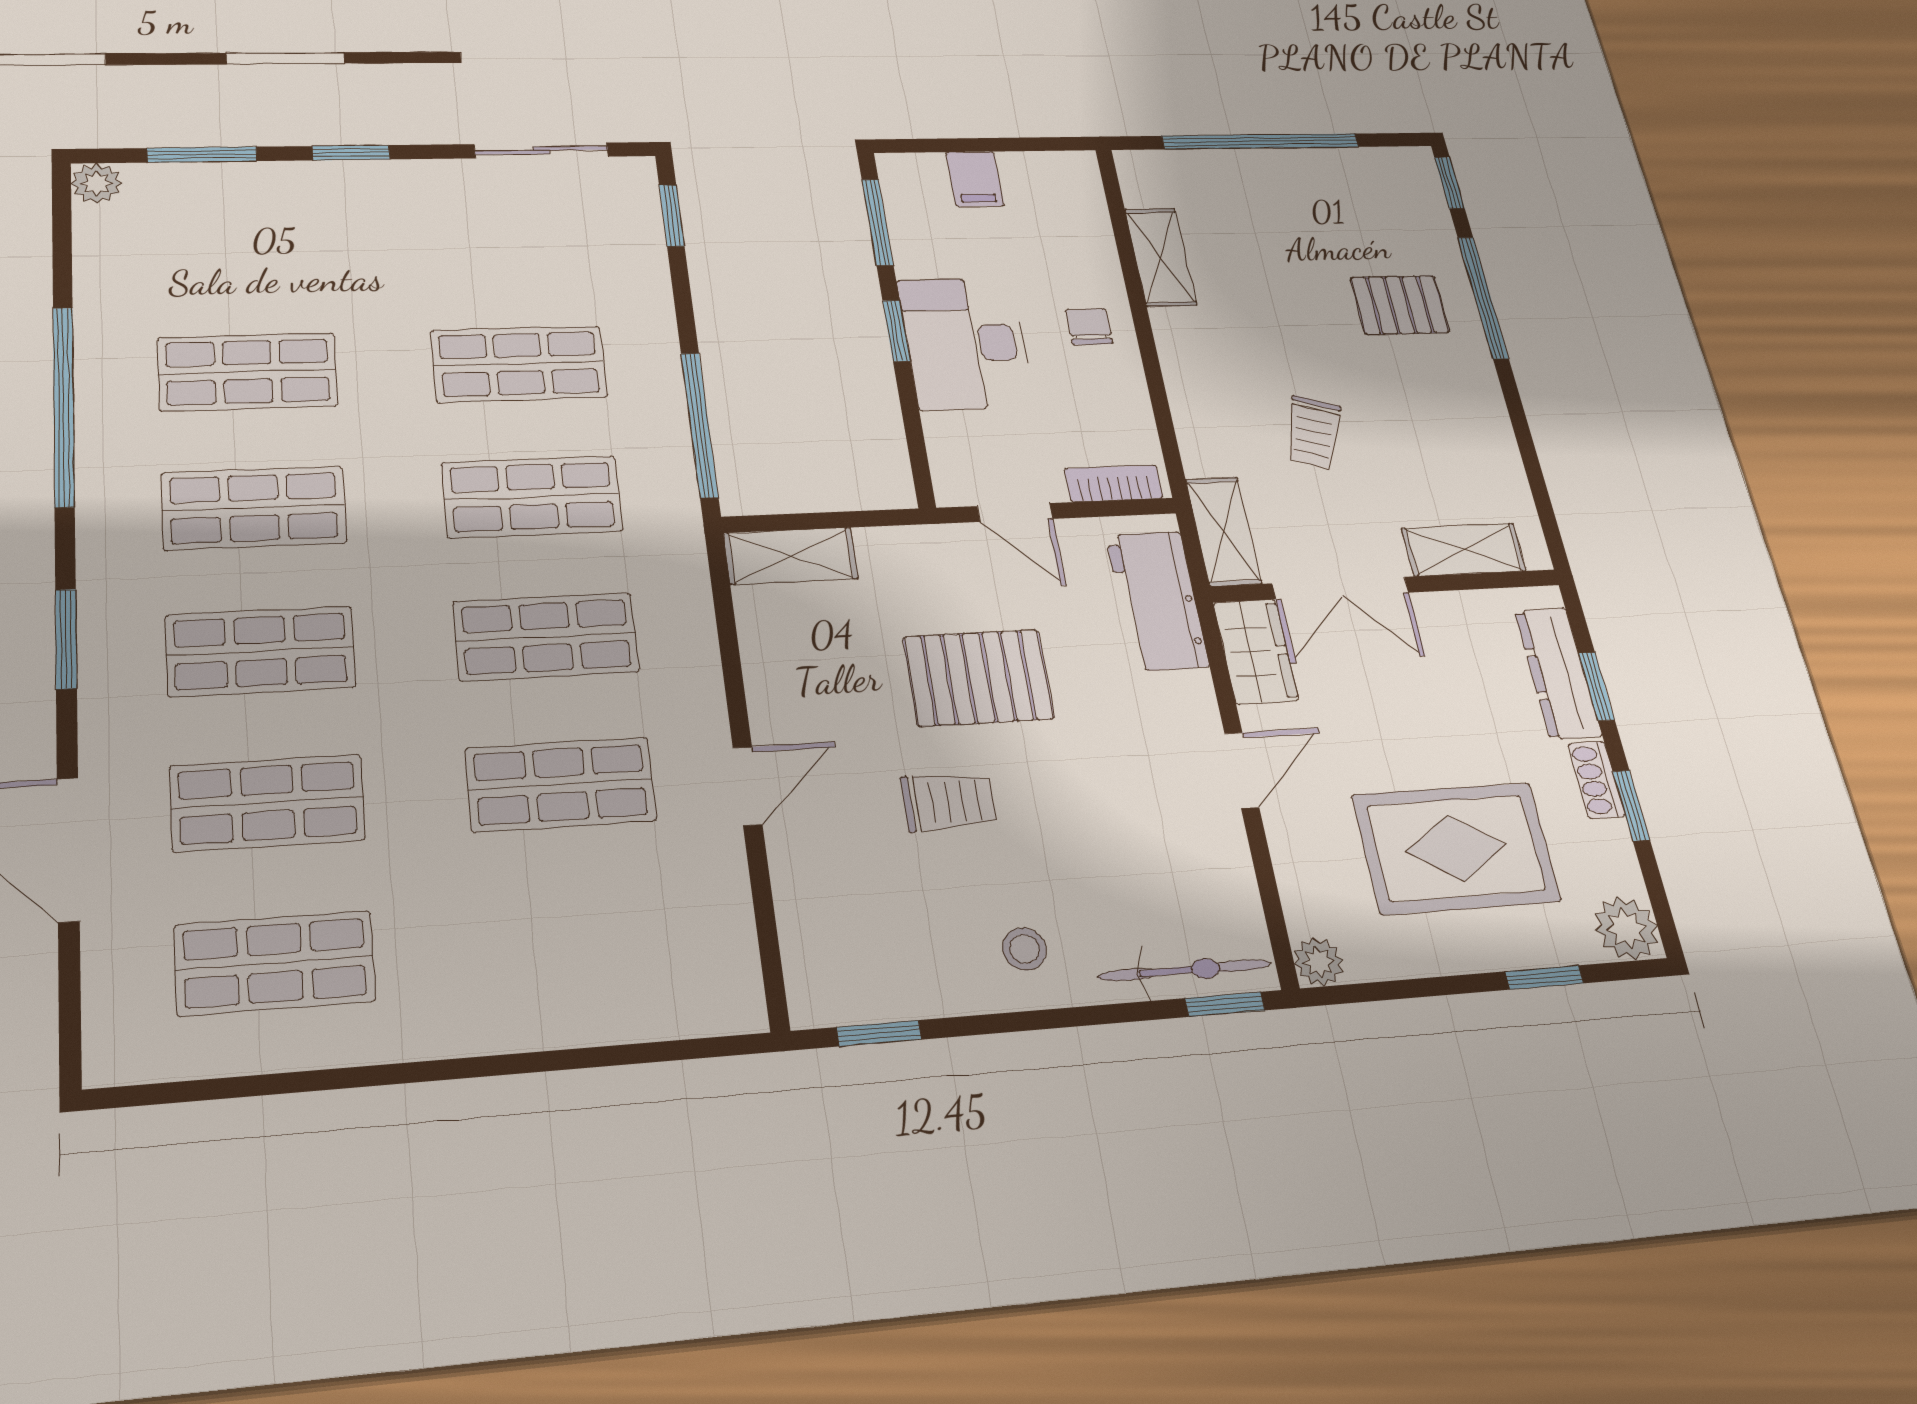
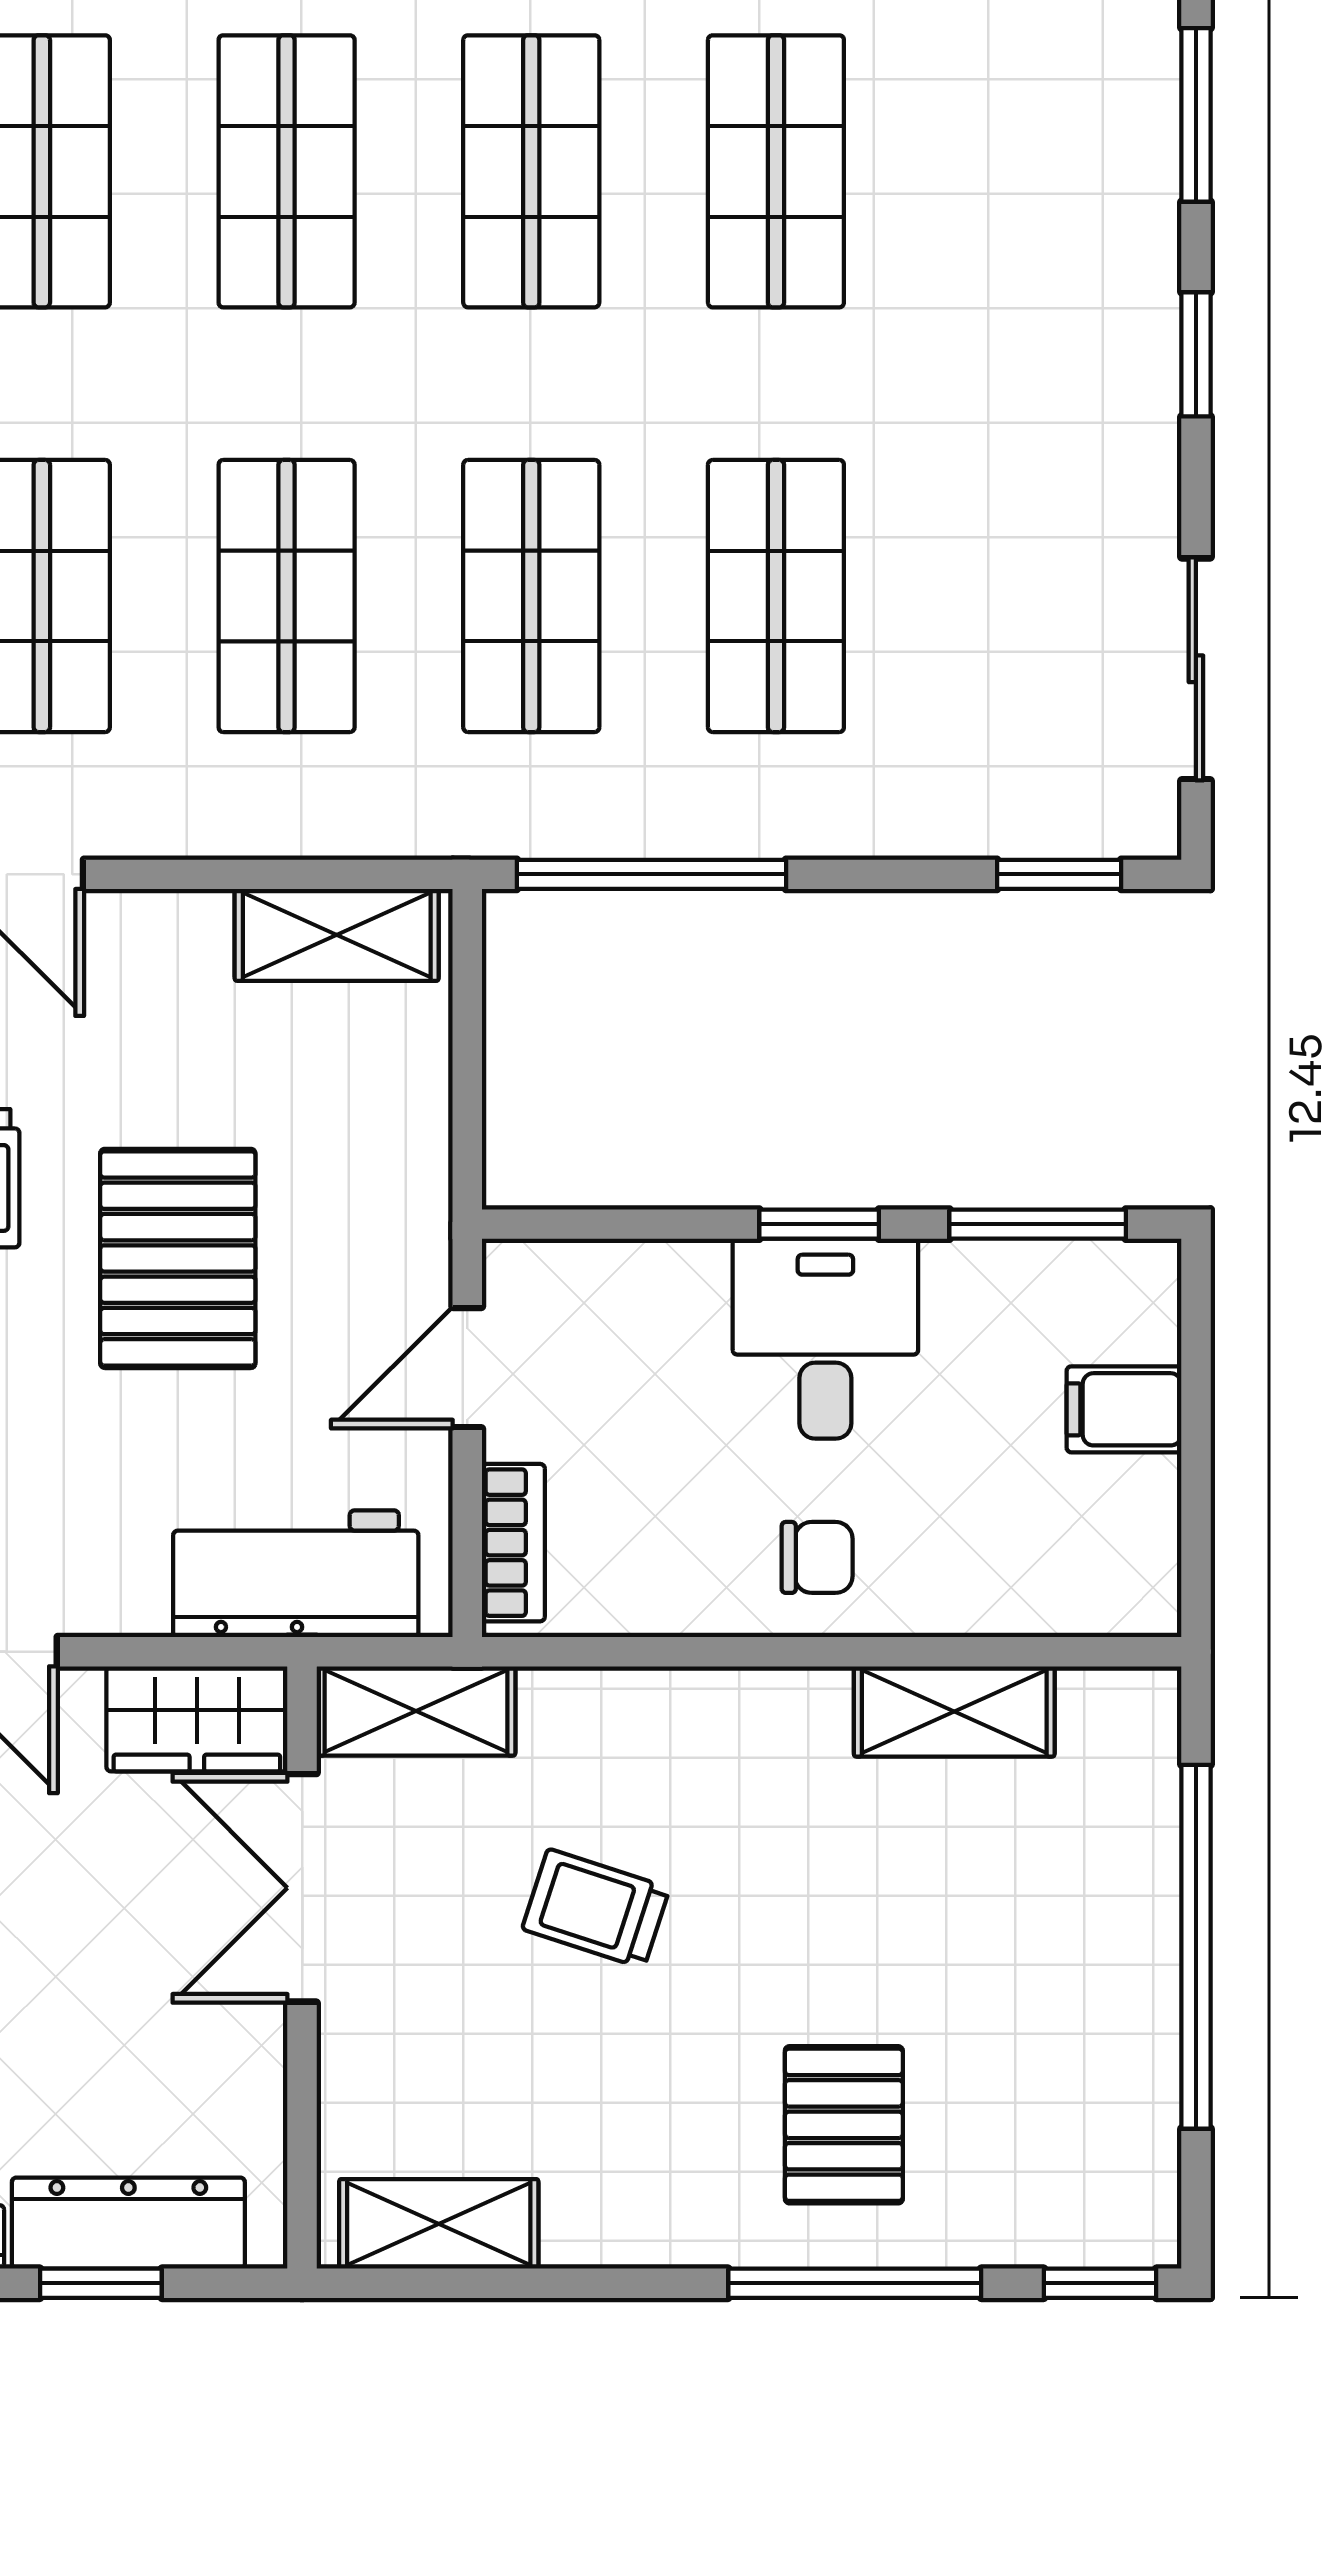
desk: (966, 343) -> (825, 1339), width x0.73
shelving: (1464, 550) -> (439, 2224), moved, turned 90
shelving: (791, 556) -> (337, 935), moved, turned 90

